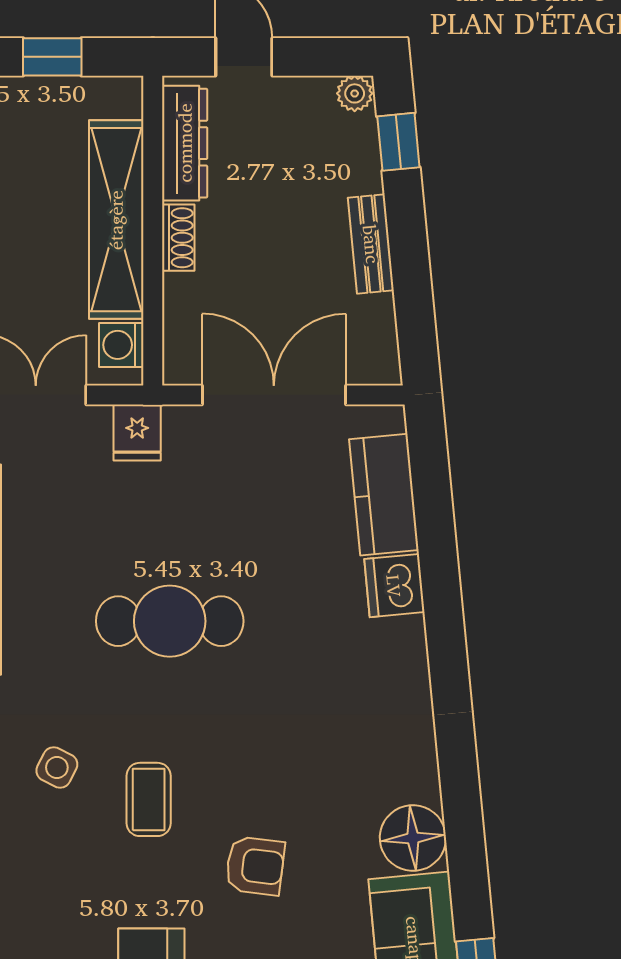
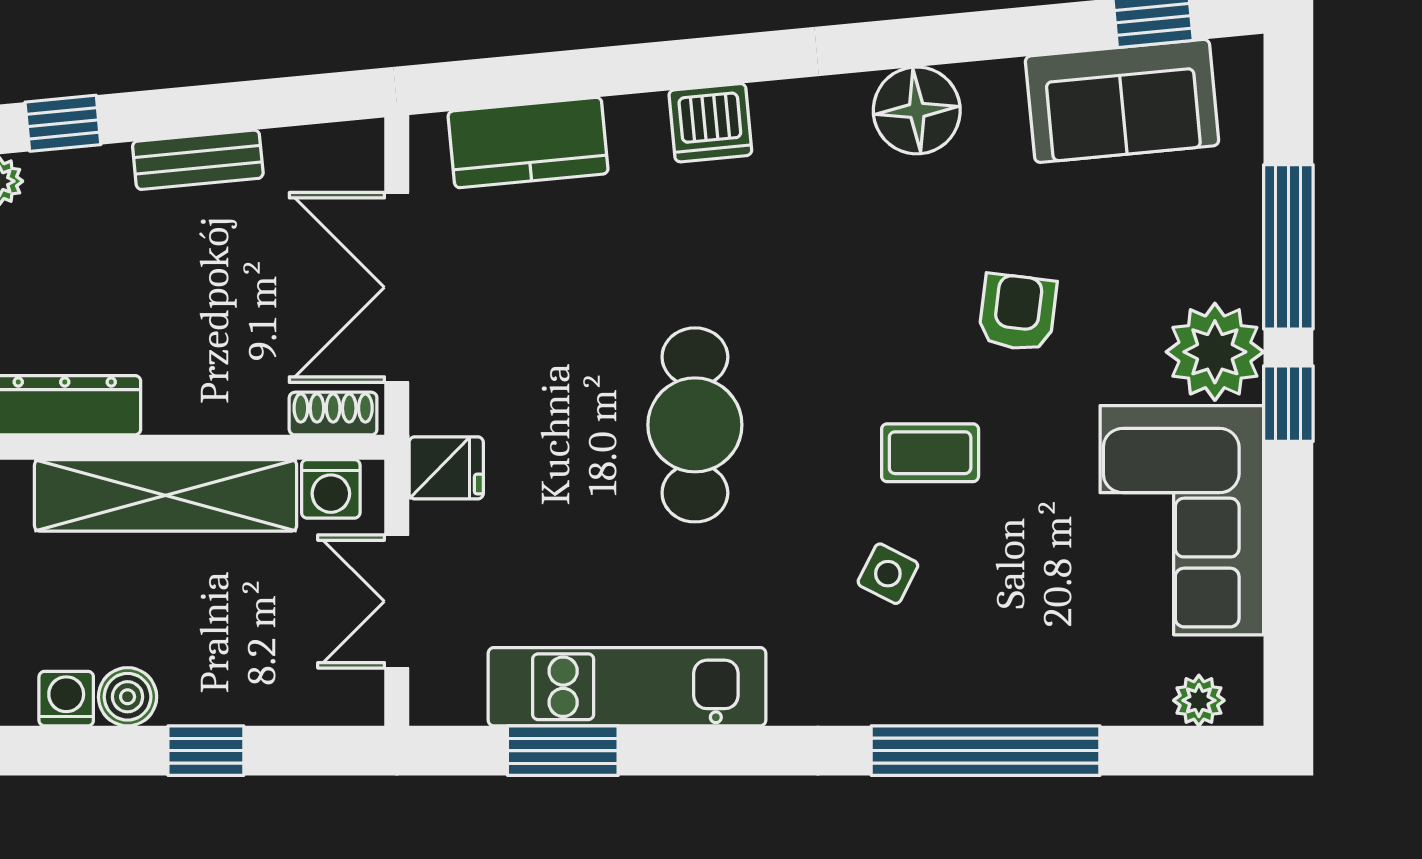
shoe rack: (178, 238) -> (333, 414), moved
dishwasher: (394, 586) -> (710, 123), moved
floor lamp: (413, 838) -> (917, 110), moved

